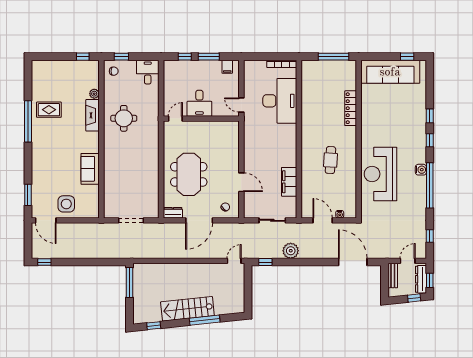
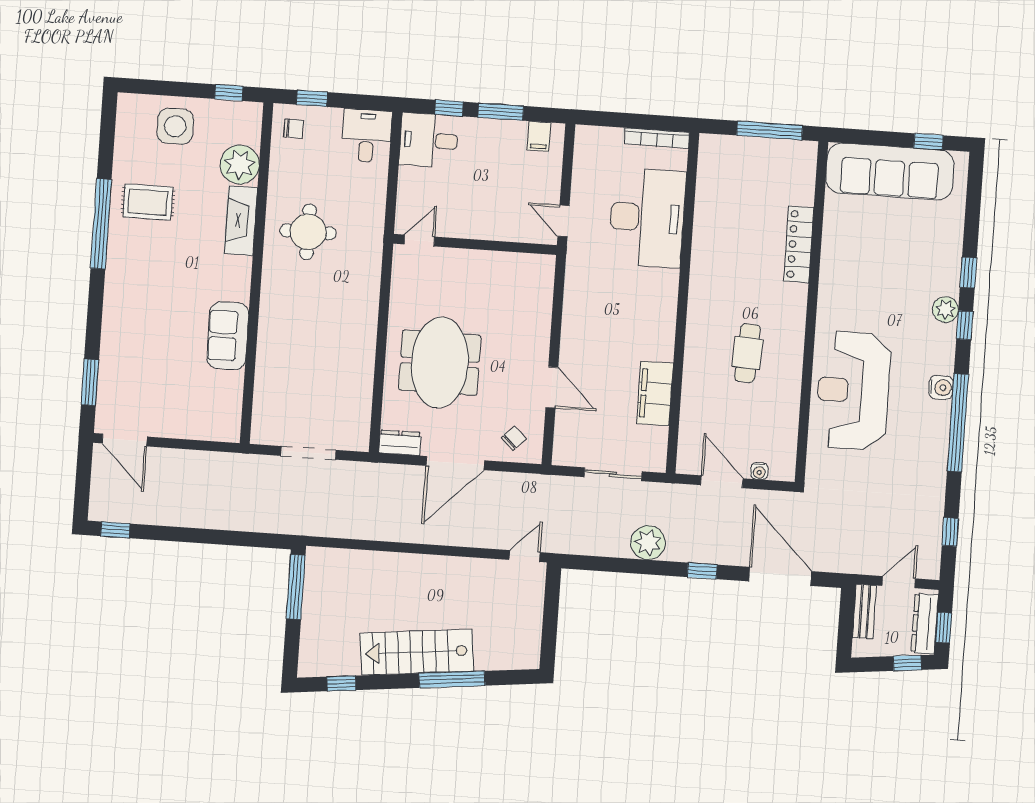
plant: (94, 94) -> (240, 165), width x1.88, depth x1.88
desk: (199, 103) -> (429, 140), moved, turned 90
plant: (420, 134) -> (945, 310), added
side table: (66, 204) -> (175, 126), moved
window: (265, 262) -> (702, 571), moved

